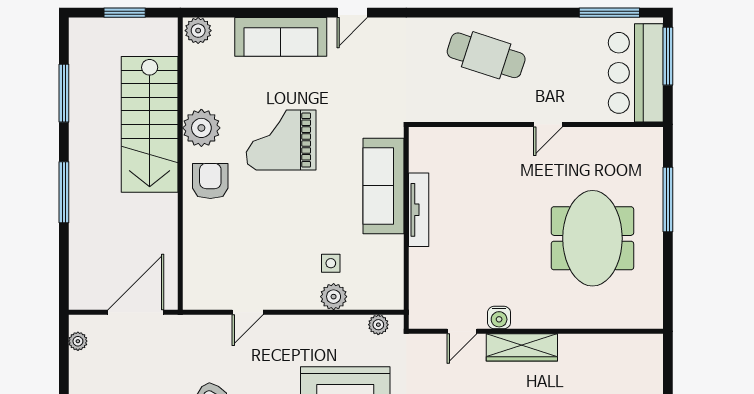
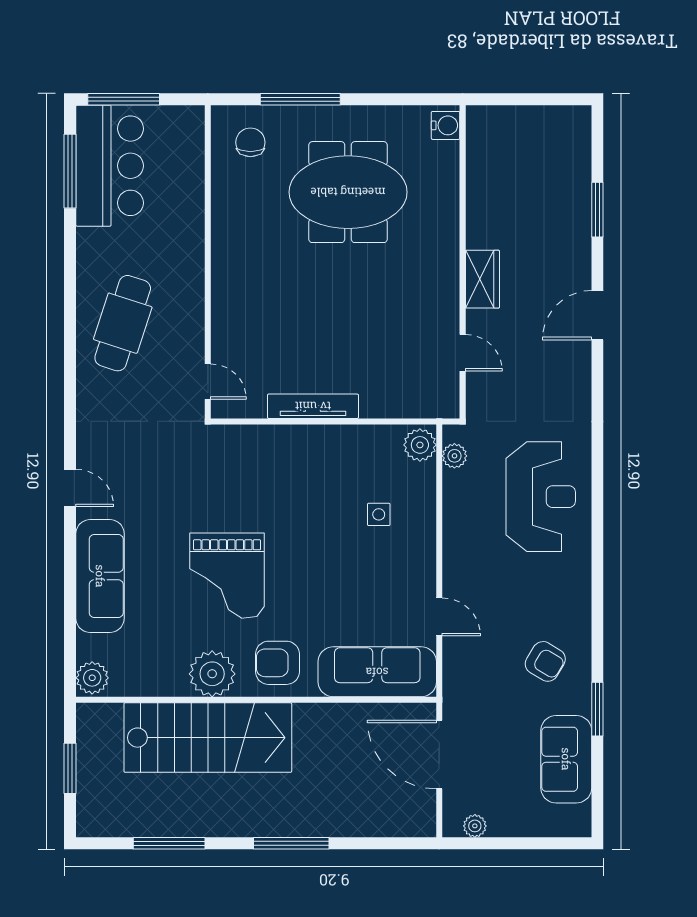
bar counter: (636, 73) -> (110, 166), moved, turned -90
door: (548, 124) -> (208, 382), moved
chair: (633, 159) -> (250, 142), added
sofa: (384, 186) -> (377, 672), moved, turned 180
plant: (334, 297) -> (420, 445), moved
water cooler: (499, 317) -> (446, 125), moved
wardrobe: (522, 347) -> (482, 279), width x0.67

